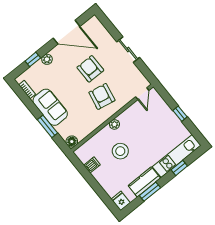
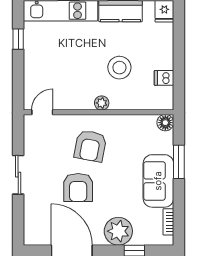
plant: (47, 59) -> (118, 231), width x1.87, depth x1.87
window: (180, 114) -> (18, 39), moved

